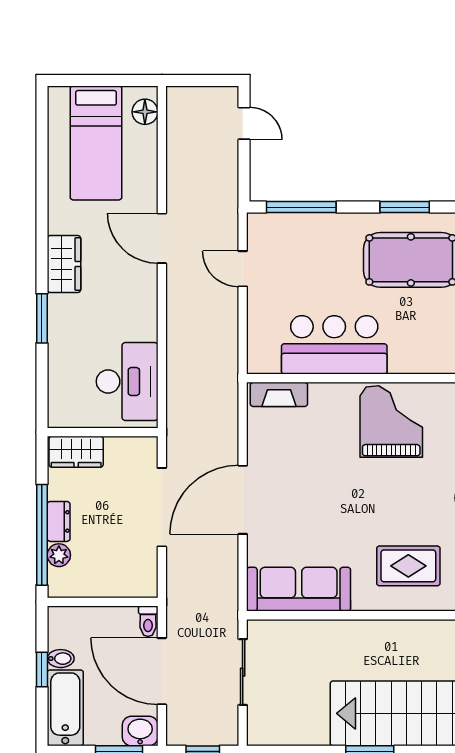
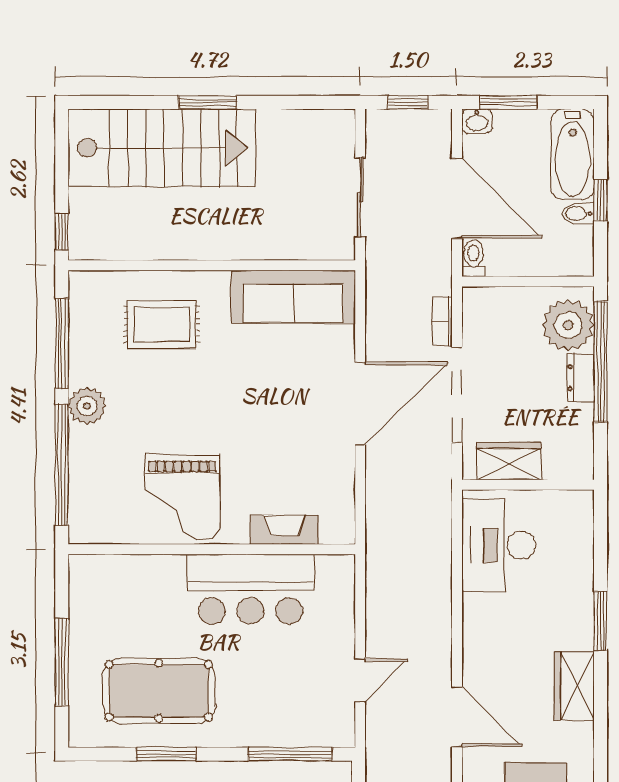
door: (243, 269) -> (360, 680), hinge flipped
fireplace: (279, 394) -> (284, 530), moved
wardrobe: (76, 452) -> (509, 461), moved
plant: (59, 555) -> (568, 325), width x1.87, depth x1.87
bookcase: (174, 568) -> (442, 321), added
washbasin: (140, 731) -> (477, 121), width x0.72, depth x0.69

